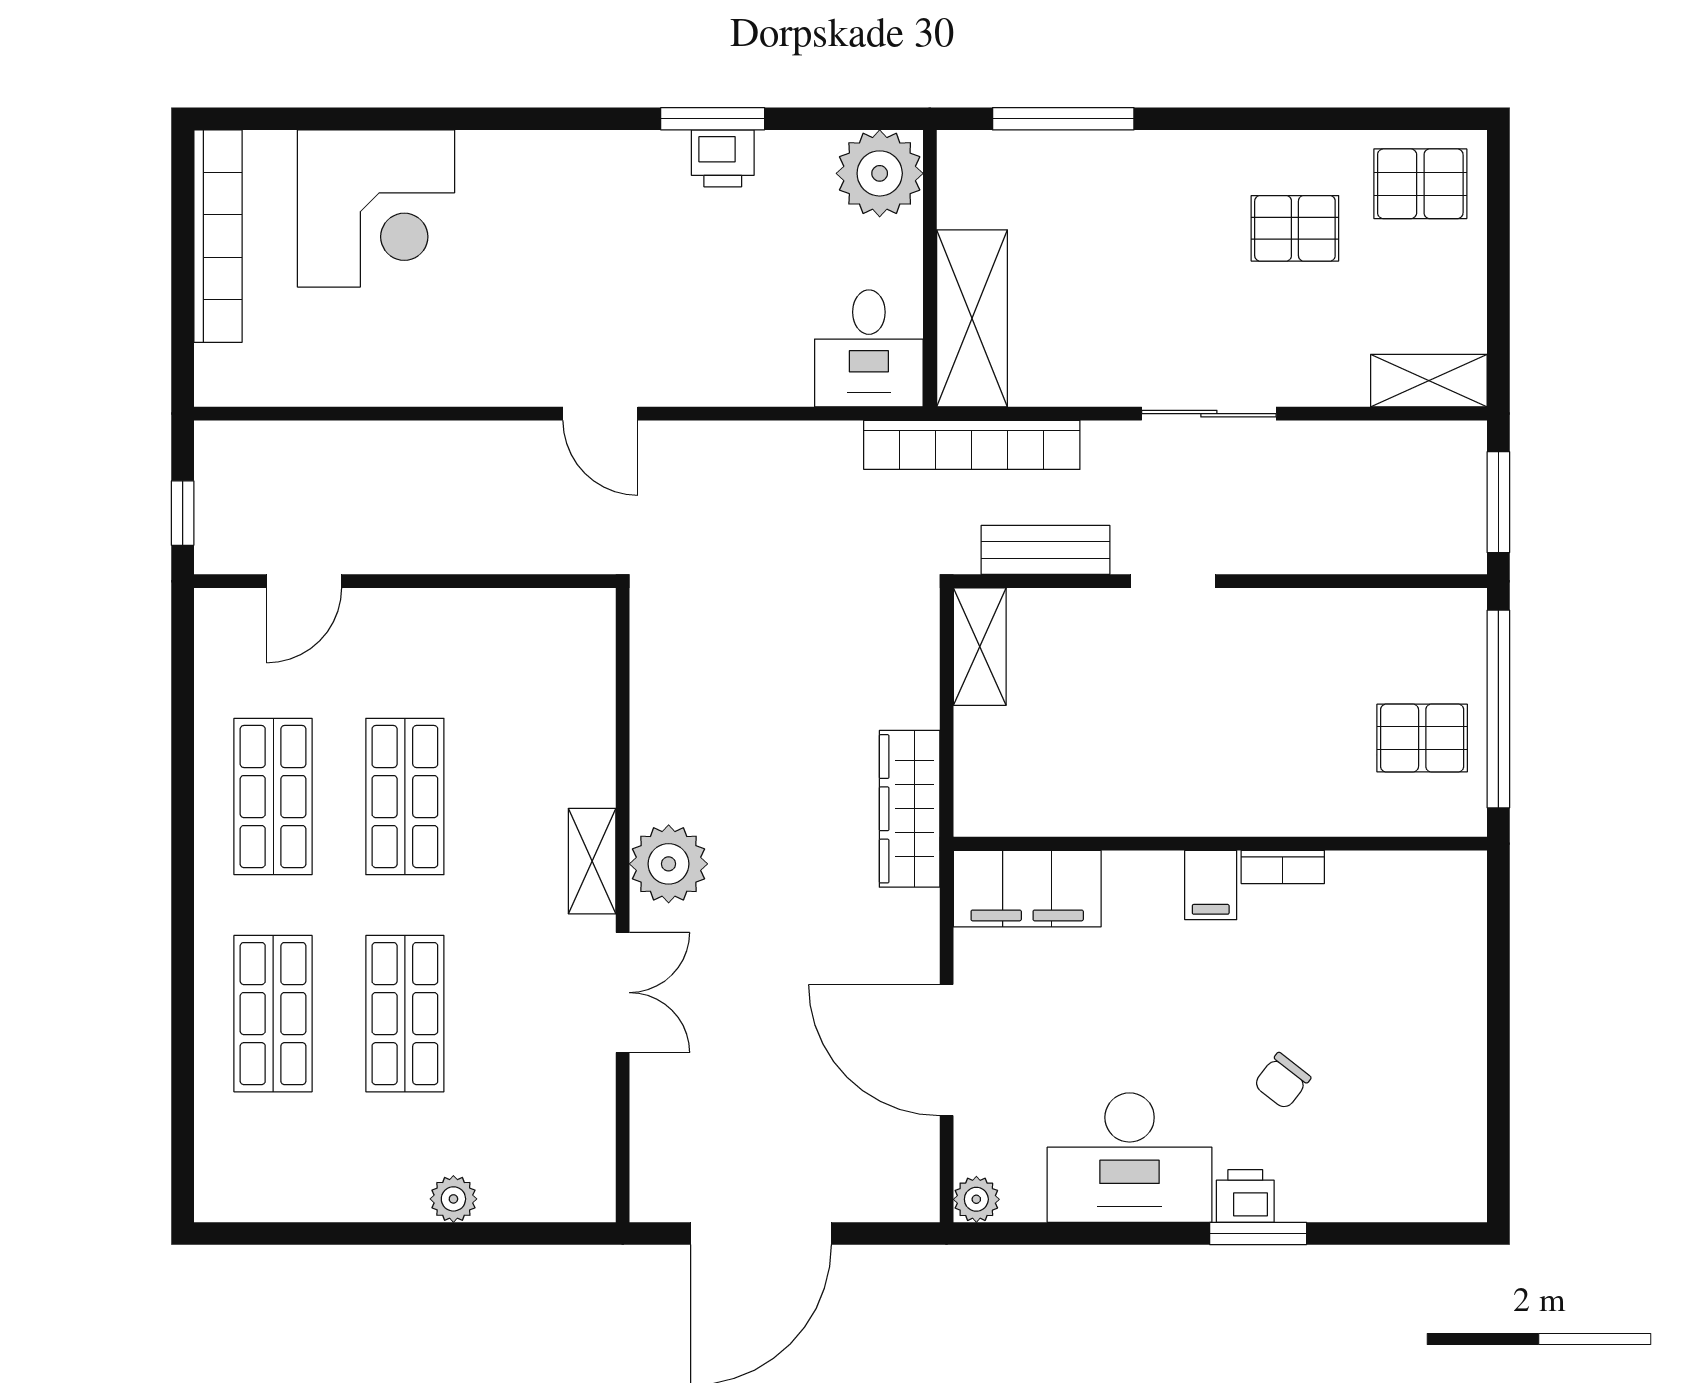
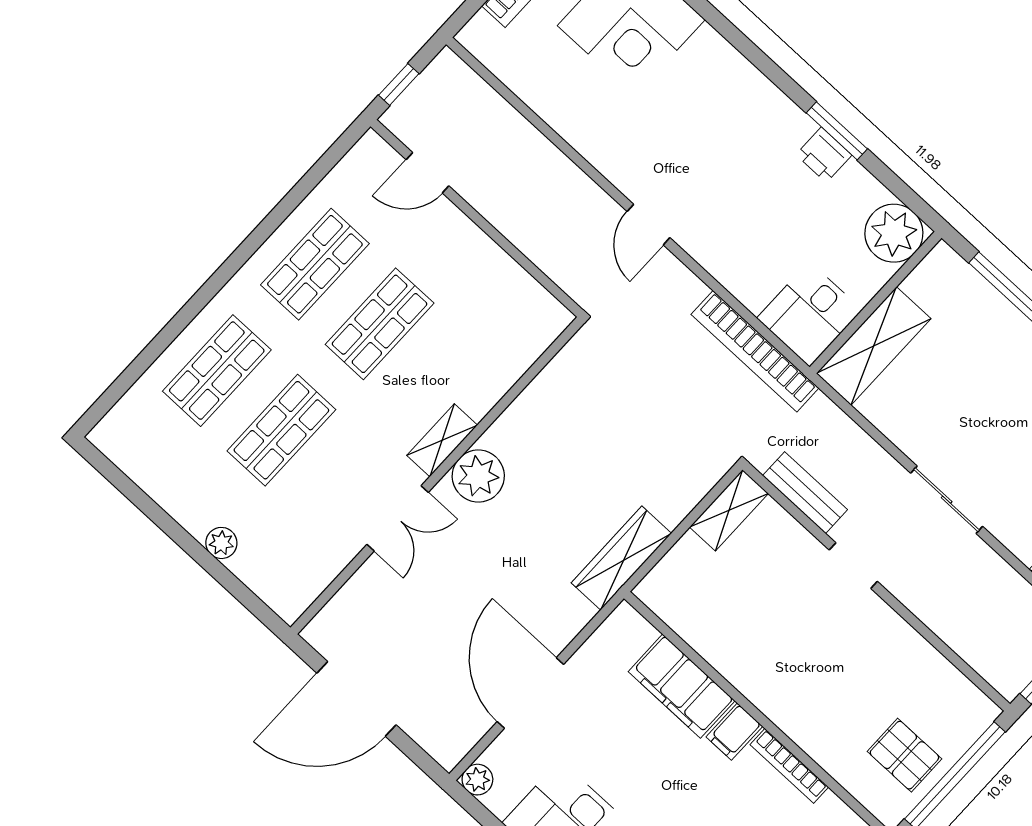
bookcase: (972, 445) -> (755, 351), moved
bookcase: (1283, 867) -> (789, 766), width x1.56
filing cabinet: (1027, 889) -> (682, 686), moved

